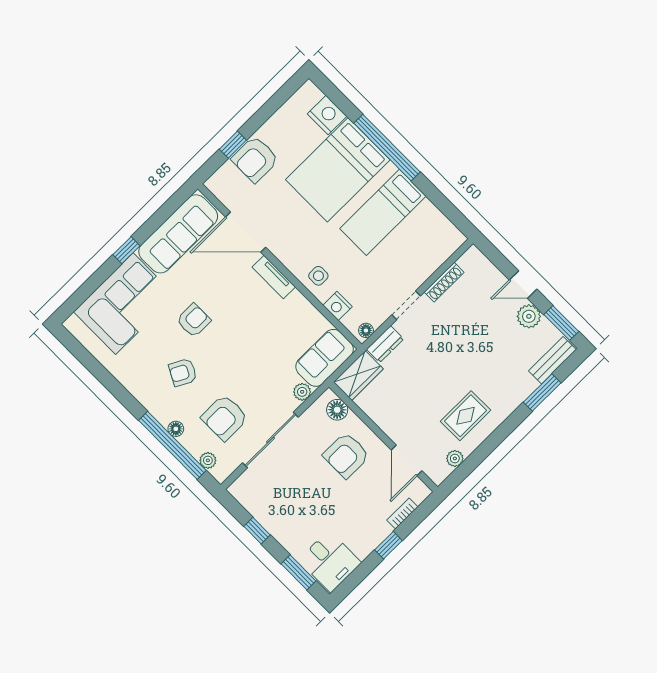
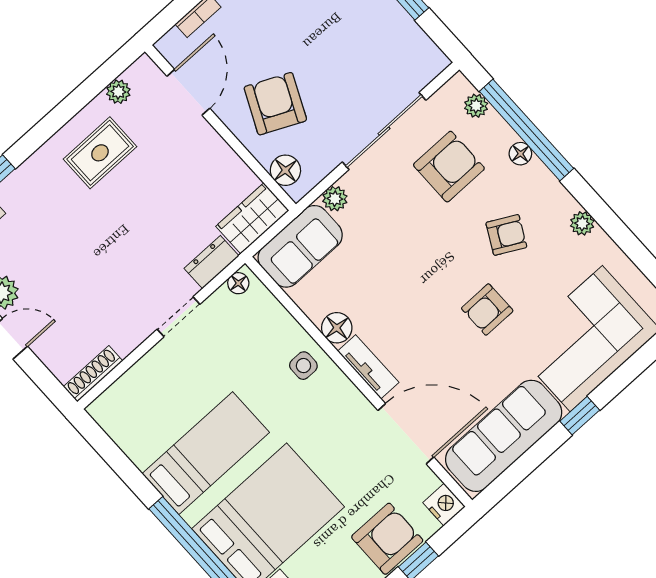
shoe rack: (444, 282) -> (93, 374), moved
floor lamp: (297, 303) -> (337, 328), added
nightstand: (338, 306) -> (444, 505), moved
plant: (131, 383) -> (582, 223), added
armchair: (346, 455) -> (275, 104), turned -65

